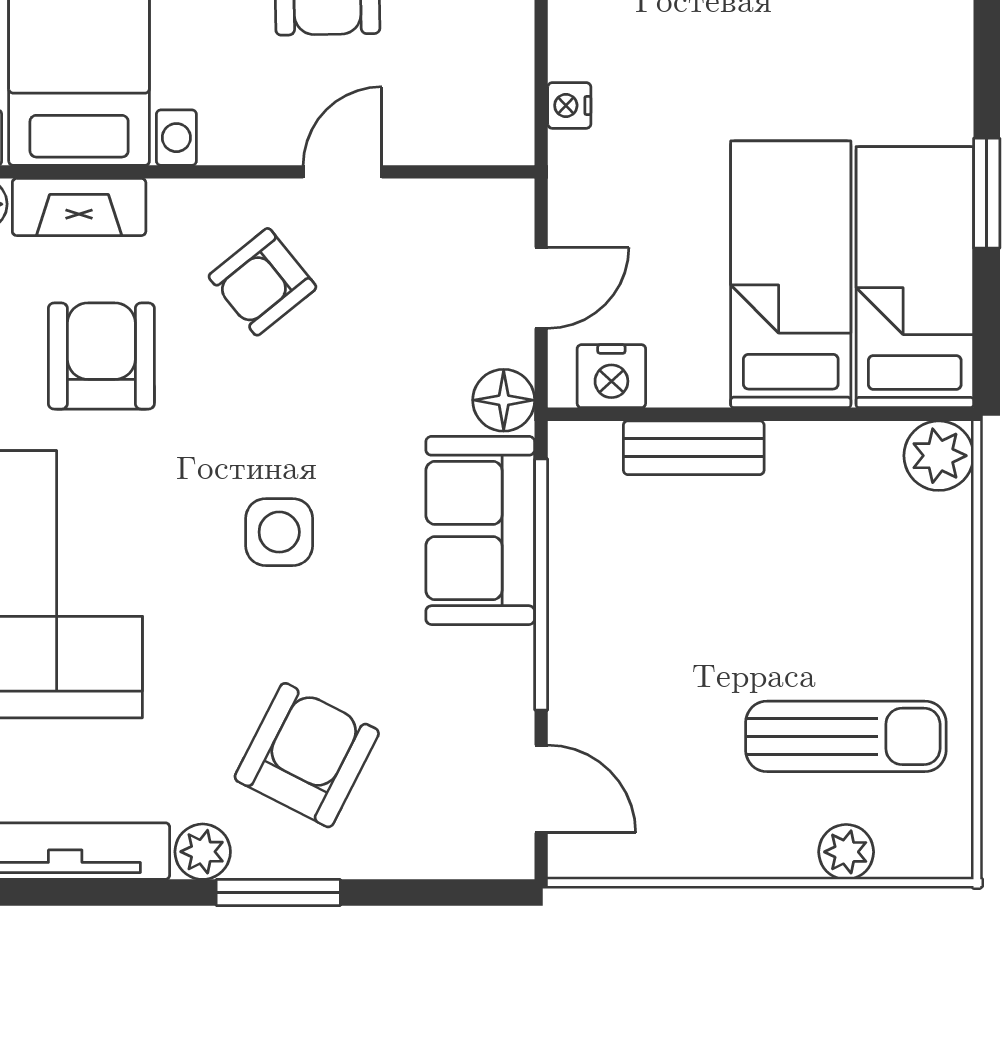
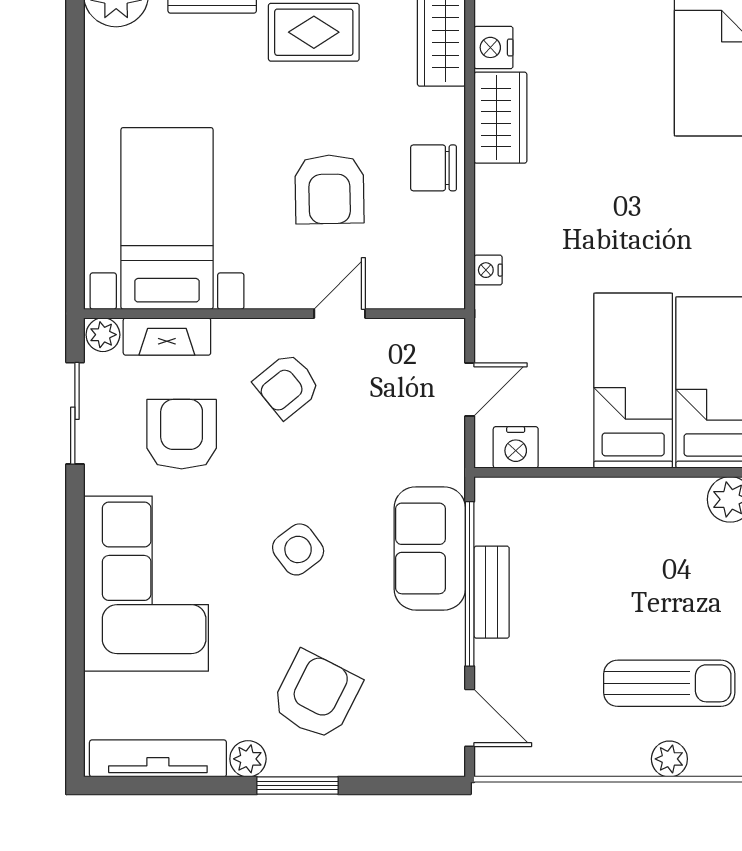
floor lamp: (504, 400) -> (445, 463), removed
bench: (694, 448) -> (492, 592), moved, turned 90
side table: (279, 532) -> (298, 549), turned -37

